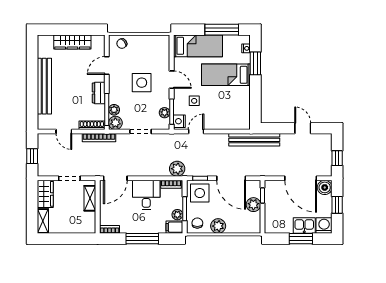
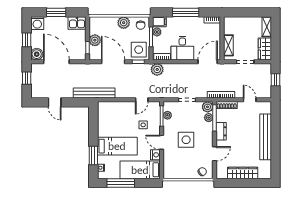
nightstand: (179, 121) -> (155, 155), moved
kitchen sink: (304, 226) -> (77, 23), moved

